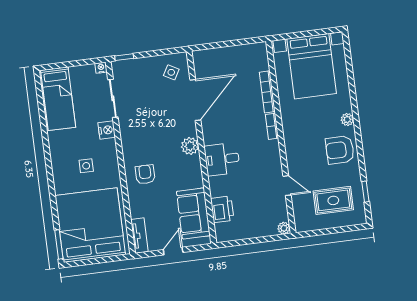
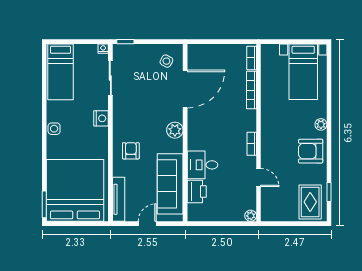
bookcase: (263, 57) -> (252, 58), added
bed with nightstands: (312, 66) -> (303, 72), width x0.73
bookcase: (272, 126) -> (252, 144), moved
nightstand: (107, 130) -> (101, 118), moved
desk: (222, 159) -> (203, 165), moved
side table: (86, 166) -> (54, 129), moved
rug: (333, 200) -> (310, 202), moved, turned 90
sofa: (193, 213) -> (170, 184), width x1.36
tv unit: (139, 236) -> (119, 199), width x1.41

